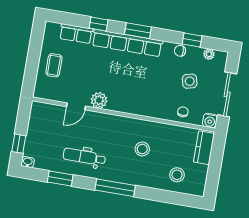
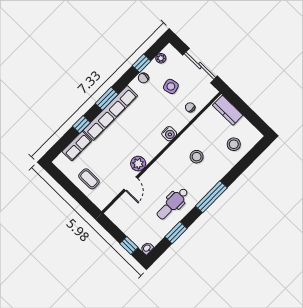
water cooler: (210, 121) -> (169, 134), moved

